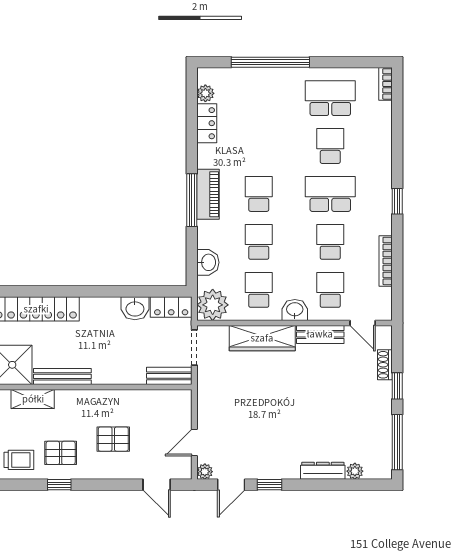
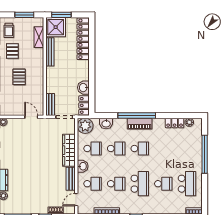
window: (192, 200) -> (137, 115), width x1.46
door: (194, 443) -> (31, 117), moved

